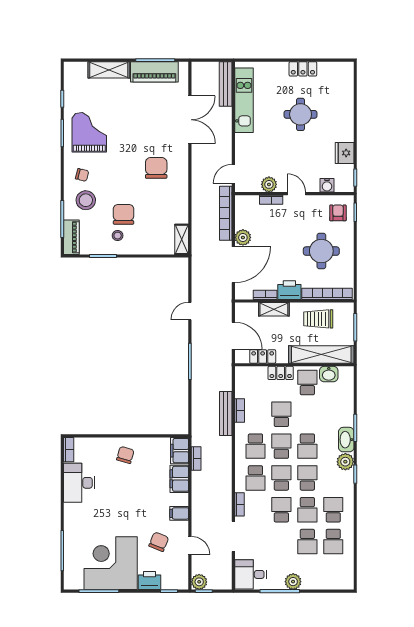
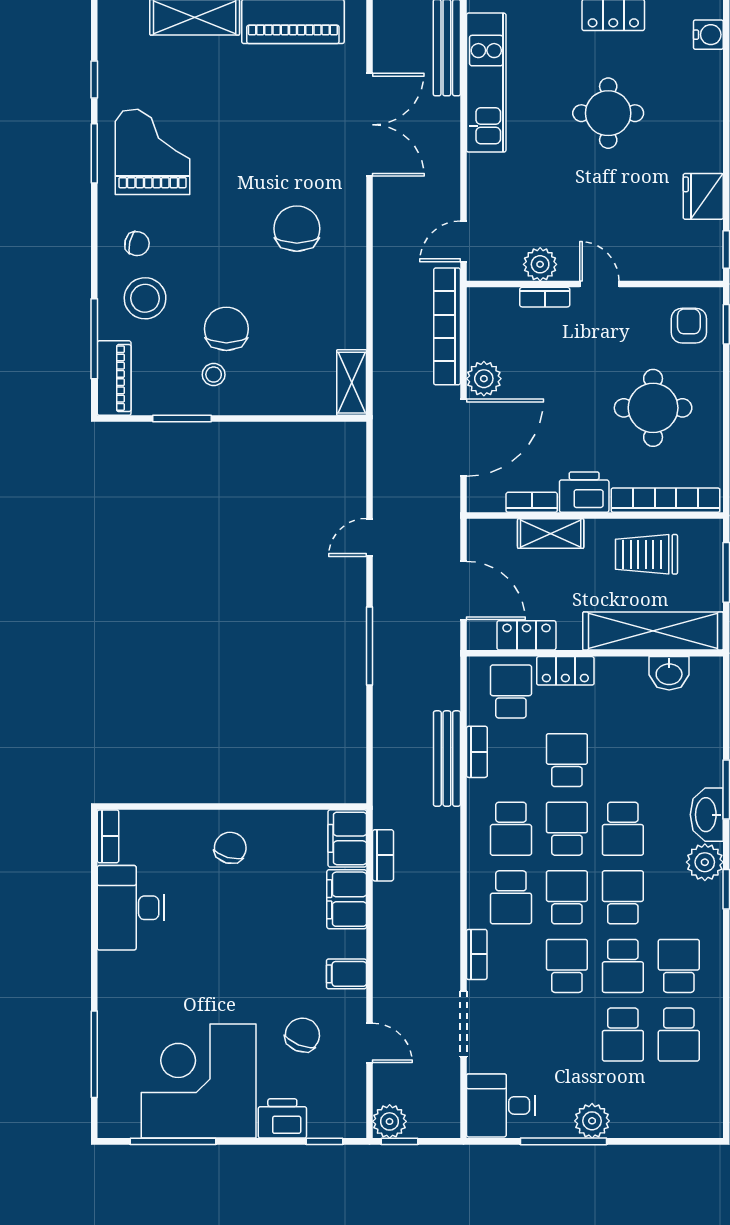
water cooler: (327, 185) -> (708, 35), moved, turned -90
school desk: (307, 383) -> (511, 692), moved

